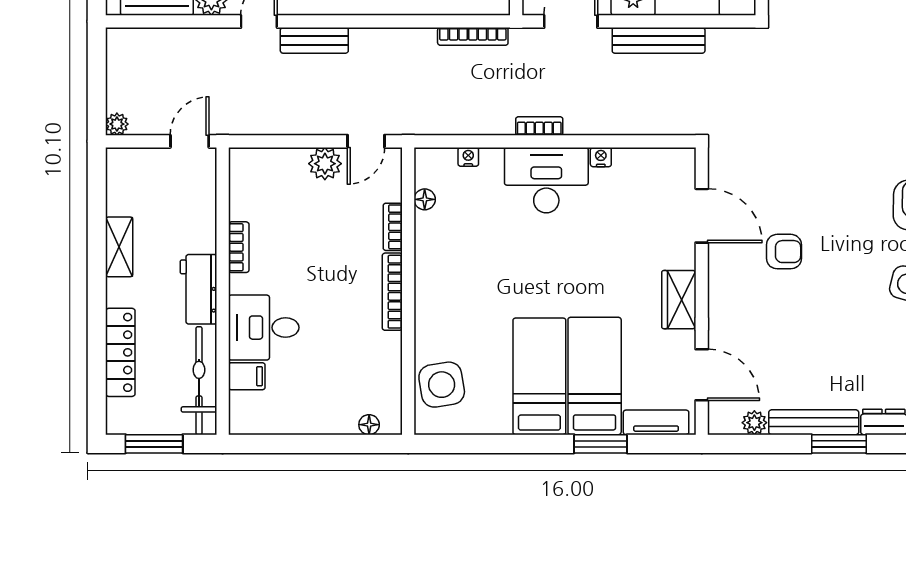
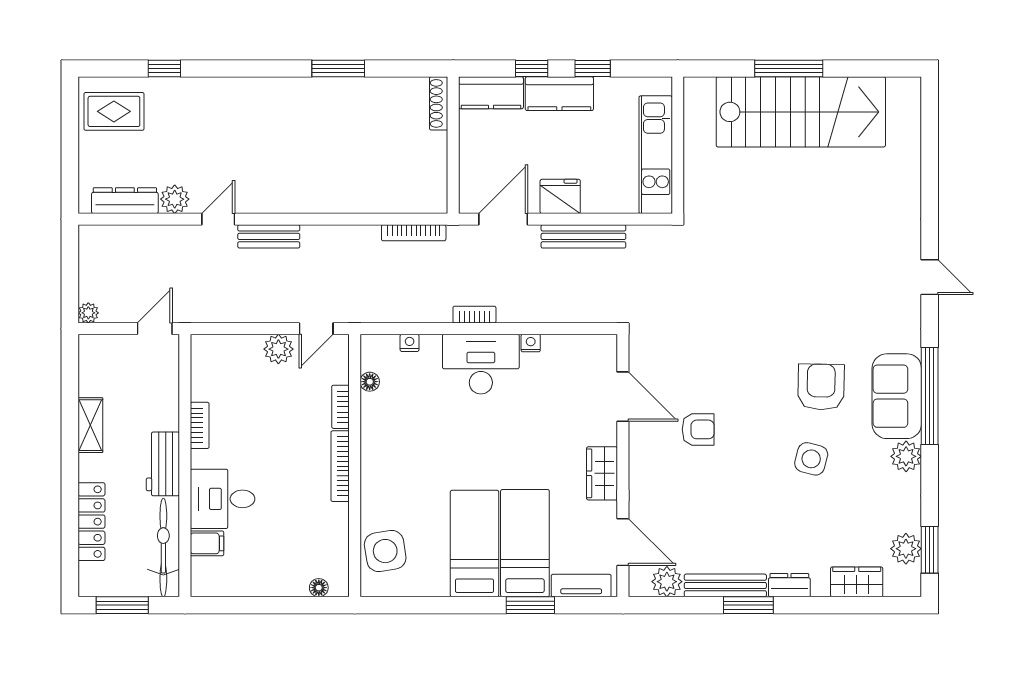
plant: (754, 423) -> (667, 582), width x1.38, depth x1.38

